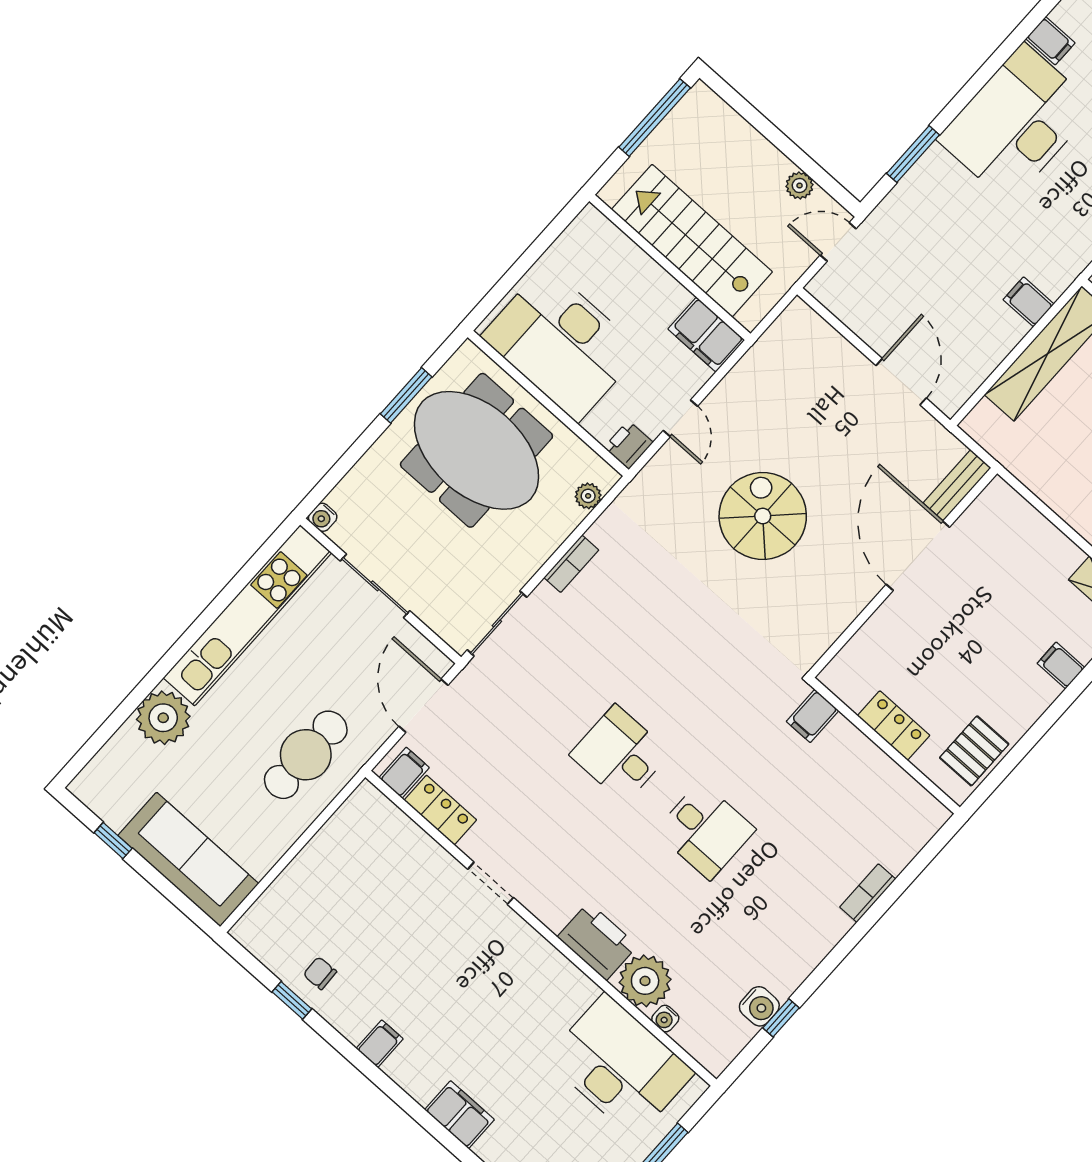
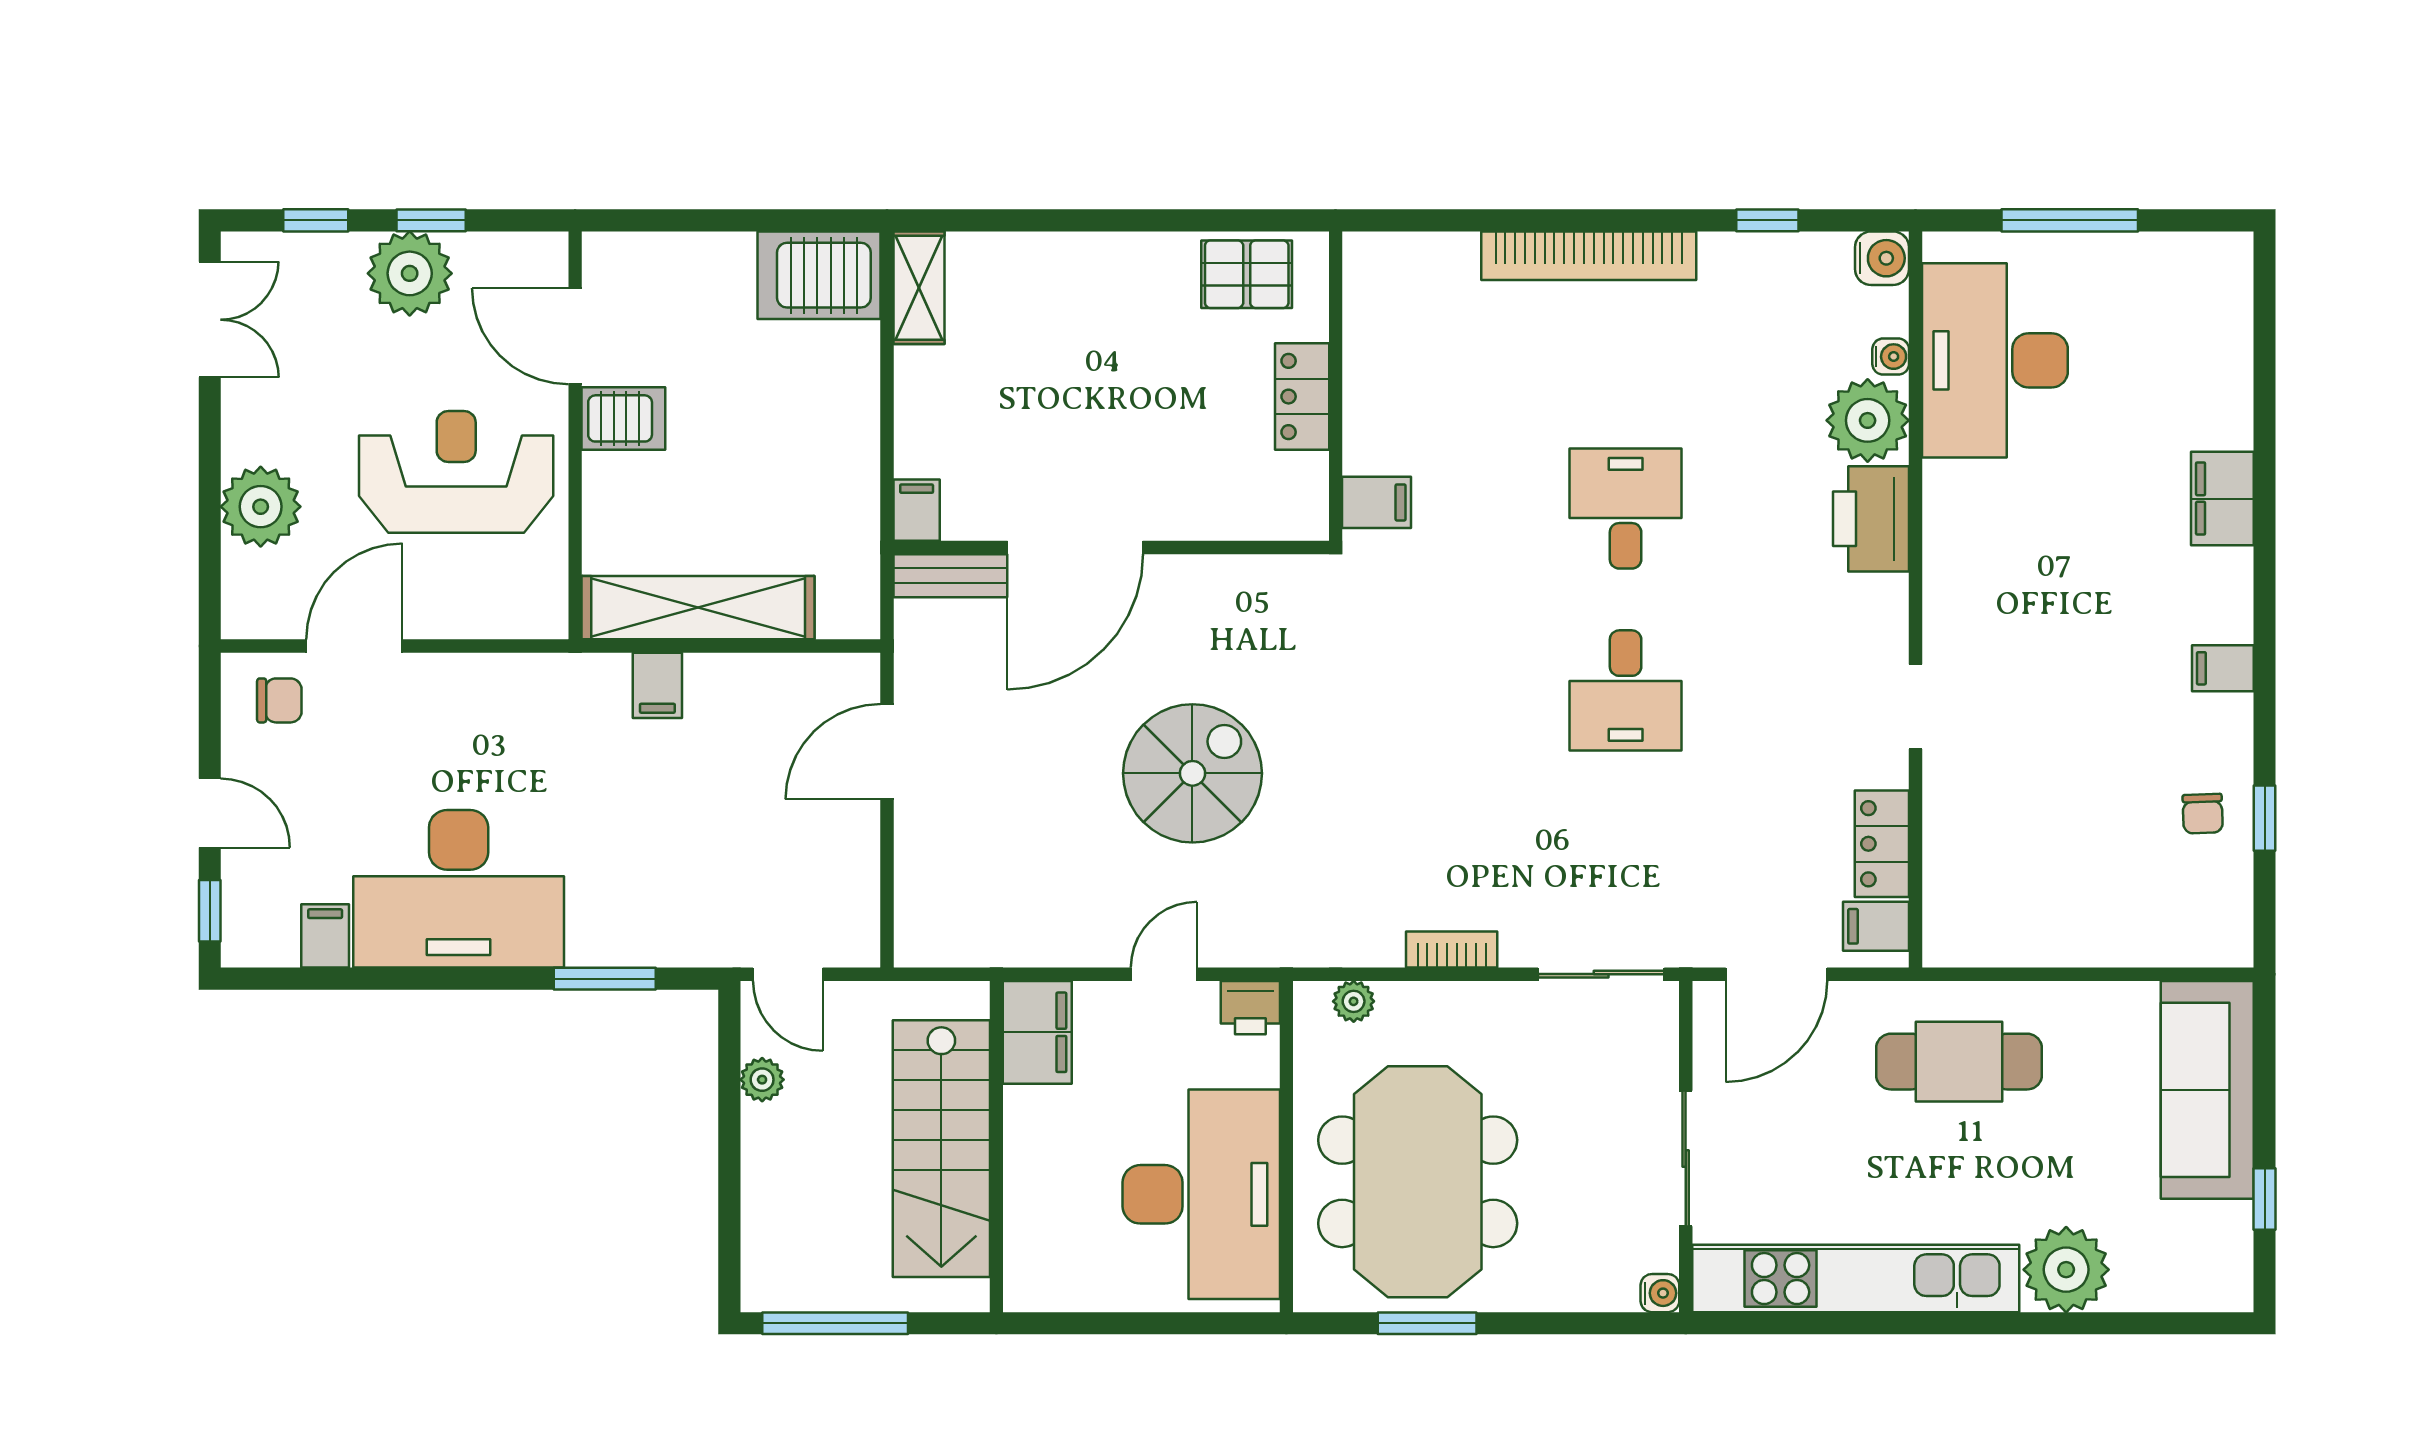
spiral stairs: (763, 516) -> (1192, 773), turned 180
filing cabinet: (1061, 665) -> (917, 510), moved, turned 180
bookcase: (868, 893) -> (1589, 256), width x2.31, depth x1.31
water cooler: (759, 1006) -> (1882, 258), moved, turned 90

